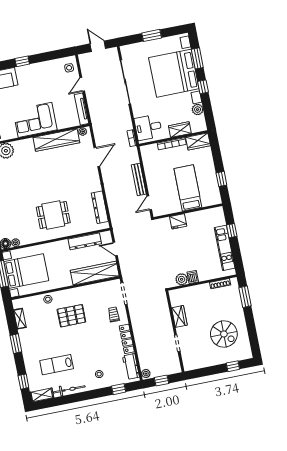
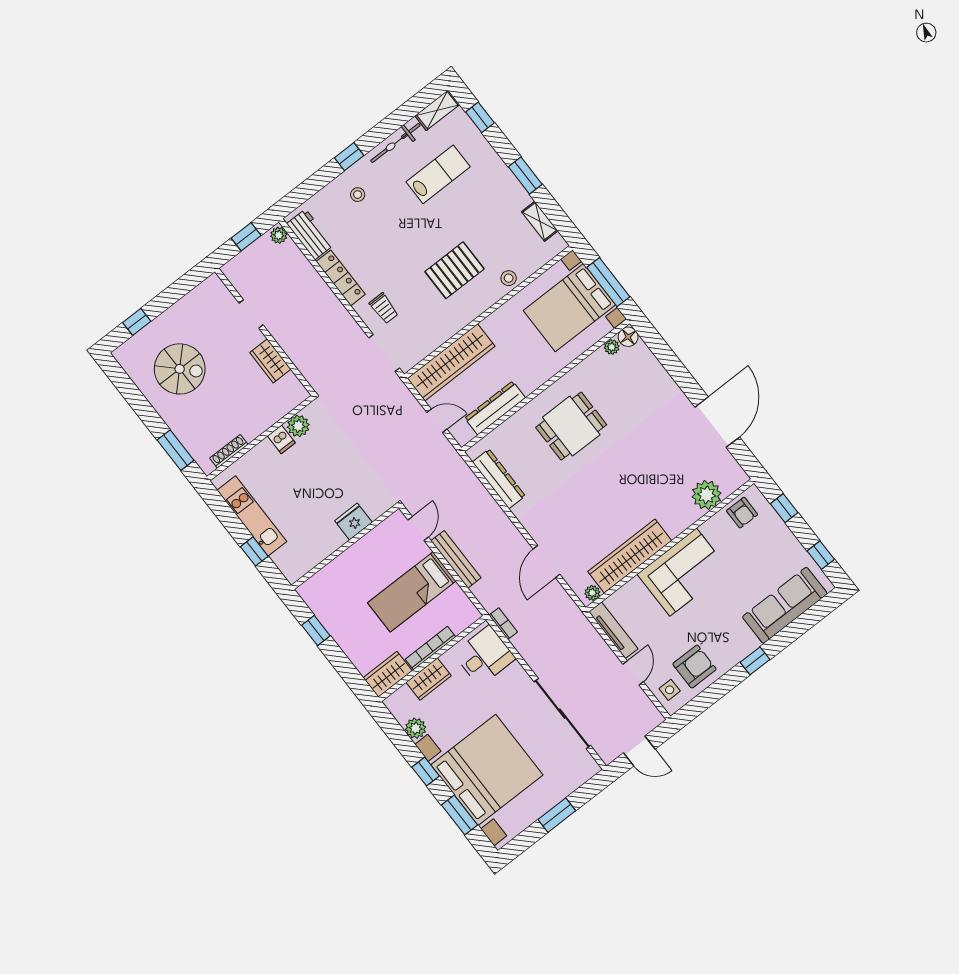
armchair: (52, 73) -> (694, 667), added
bed: (188, 188) -> (412, 592), moved, turned 90
spiral stairs: (224, 334) -> (180, 369), turned 180
window: (119, 389) -> (349, 157), moved

